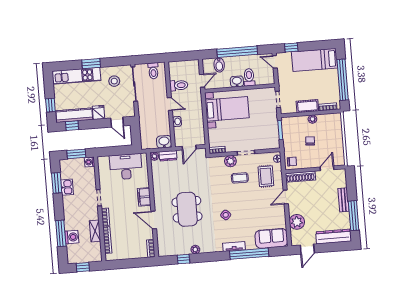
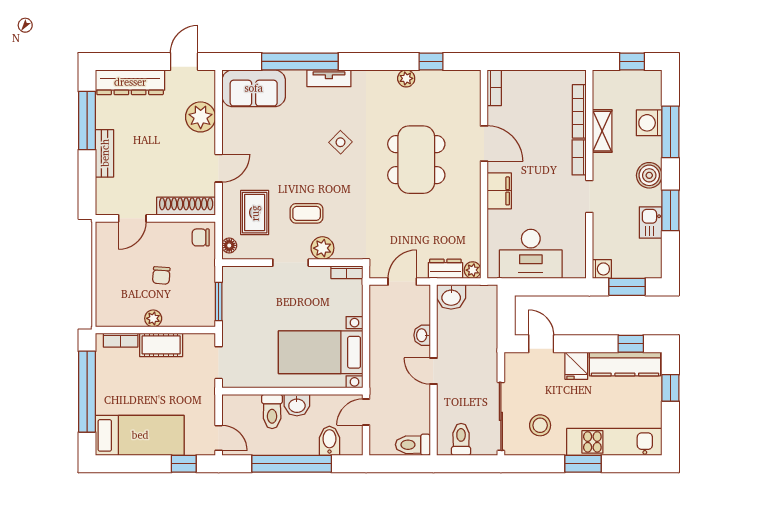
toilet: (179, 85) -> (413, 445), moved
window: (57, 183) -> (670, 210), moved
boiler: (70, 211) -> (649, 175), added

